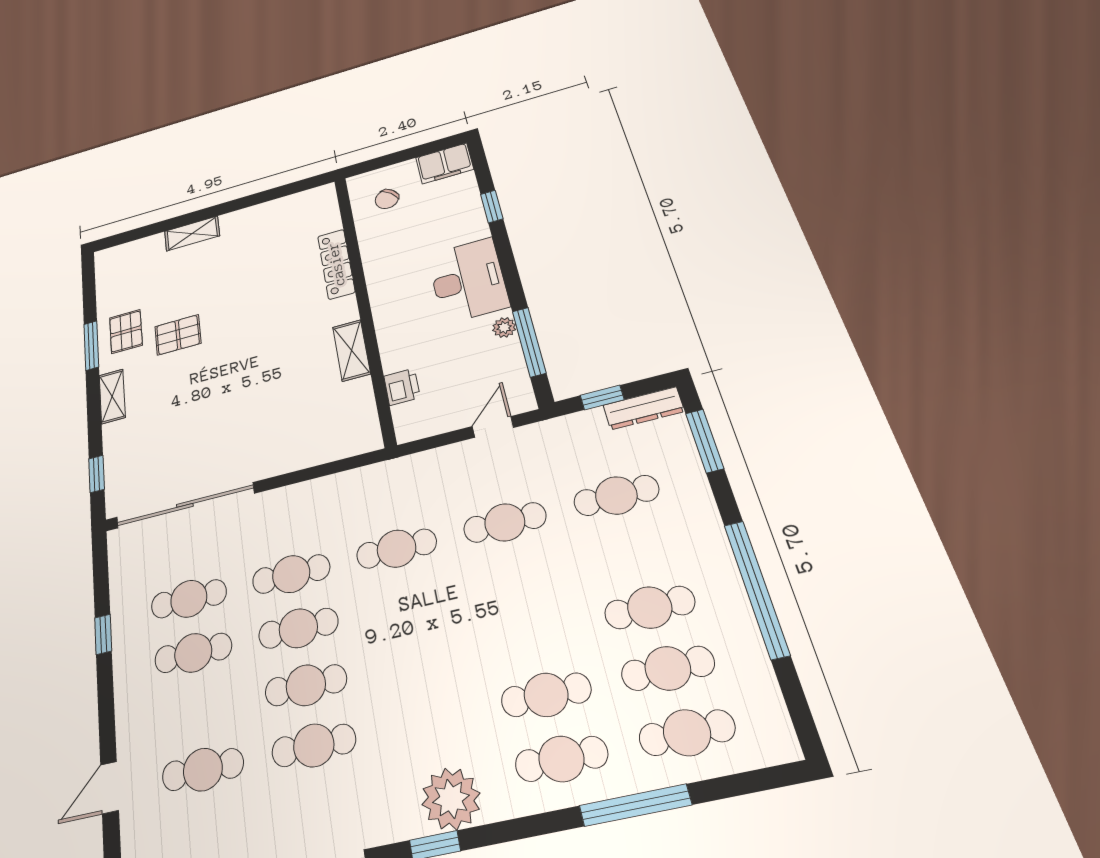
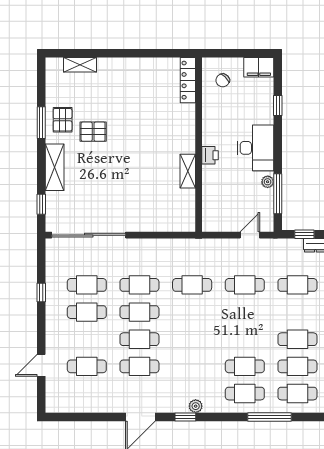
shelving: (192, 233) -> (80, 65), moved
locker: (336, 264) -> (188, 80), moved
printer: (402, 387) -> (210, 155), moved
shelving: (112, 396) -> (55, 167), width x1.50, depth x1.33
plant: (451, 799) -> (196, 406), width x0.53, depth x0.53

